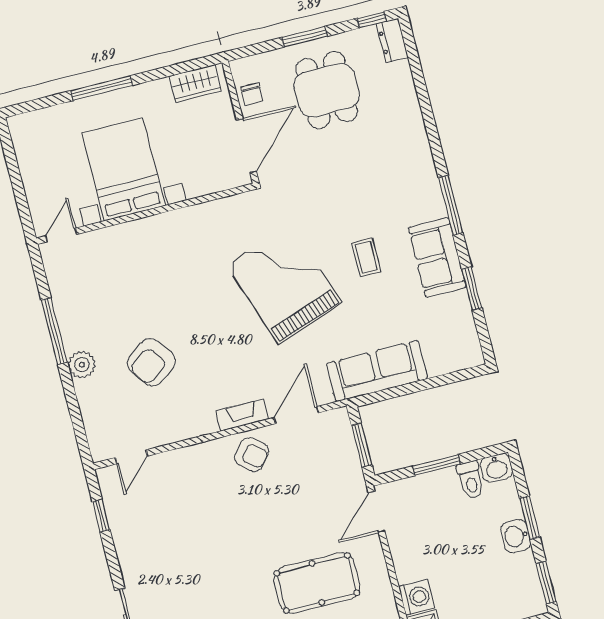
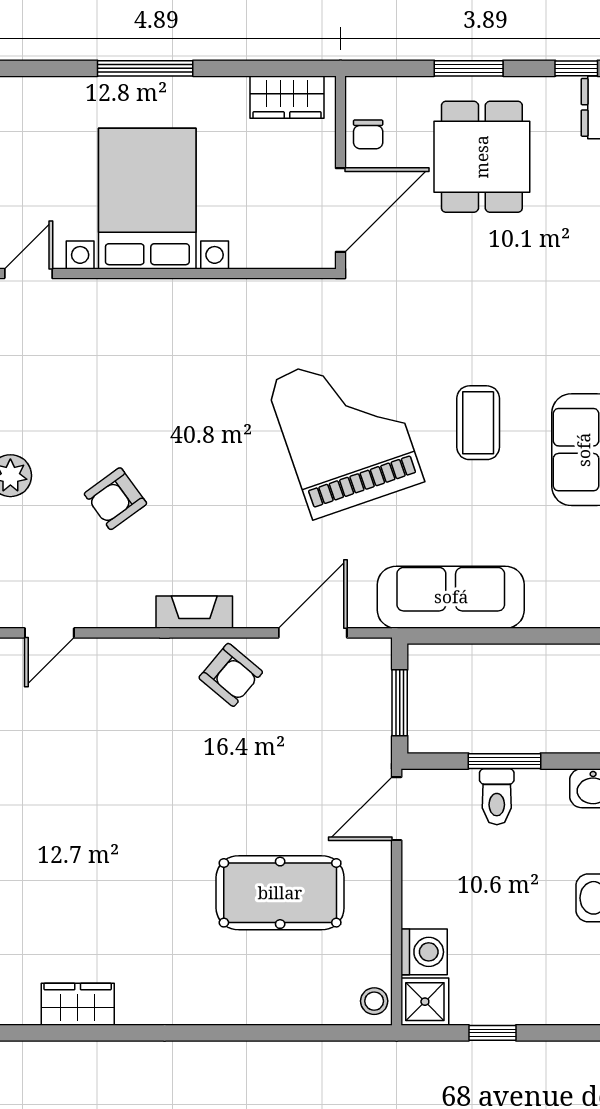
coffee table: (366, 257) -> (478, 423), width x1.36, depth x1.30
armchair: (151, 362) -> (115, 499), width x0.72, depth x0.72
fireplace: (242, 415) -> (194, 612), moved
toilet: (471, 480) -> (497, 797), moved

